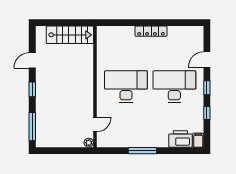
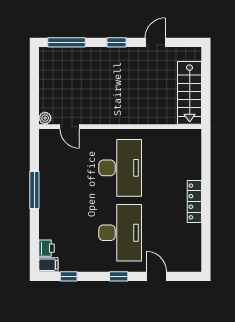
door: (32, 61) -> (155, 42), hinge flipped
window: (207, 113) -> (69, 276), moved
printer: (180, 139) -> (46, 248), width x0.53, depth x0.68

